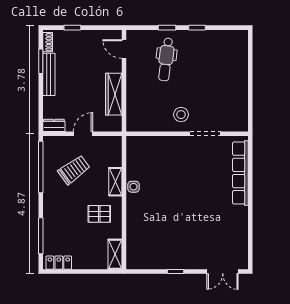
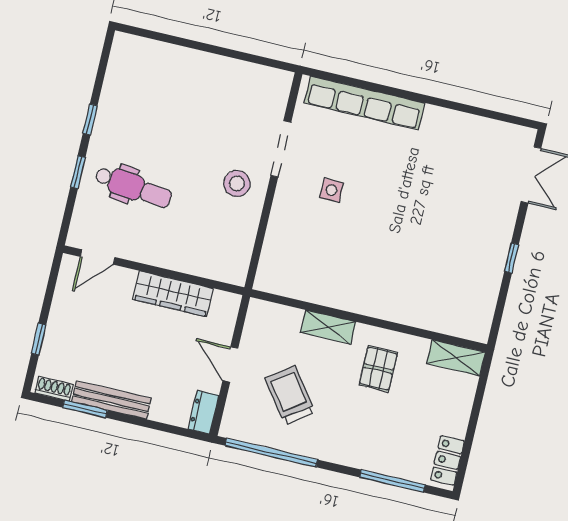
side table: (134, 187) -> (332, 190), moved

